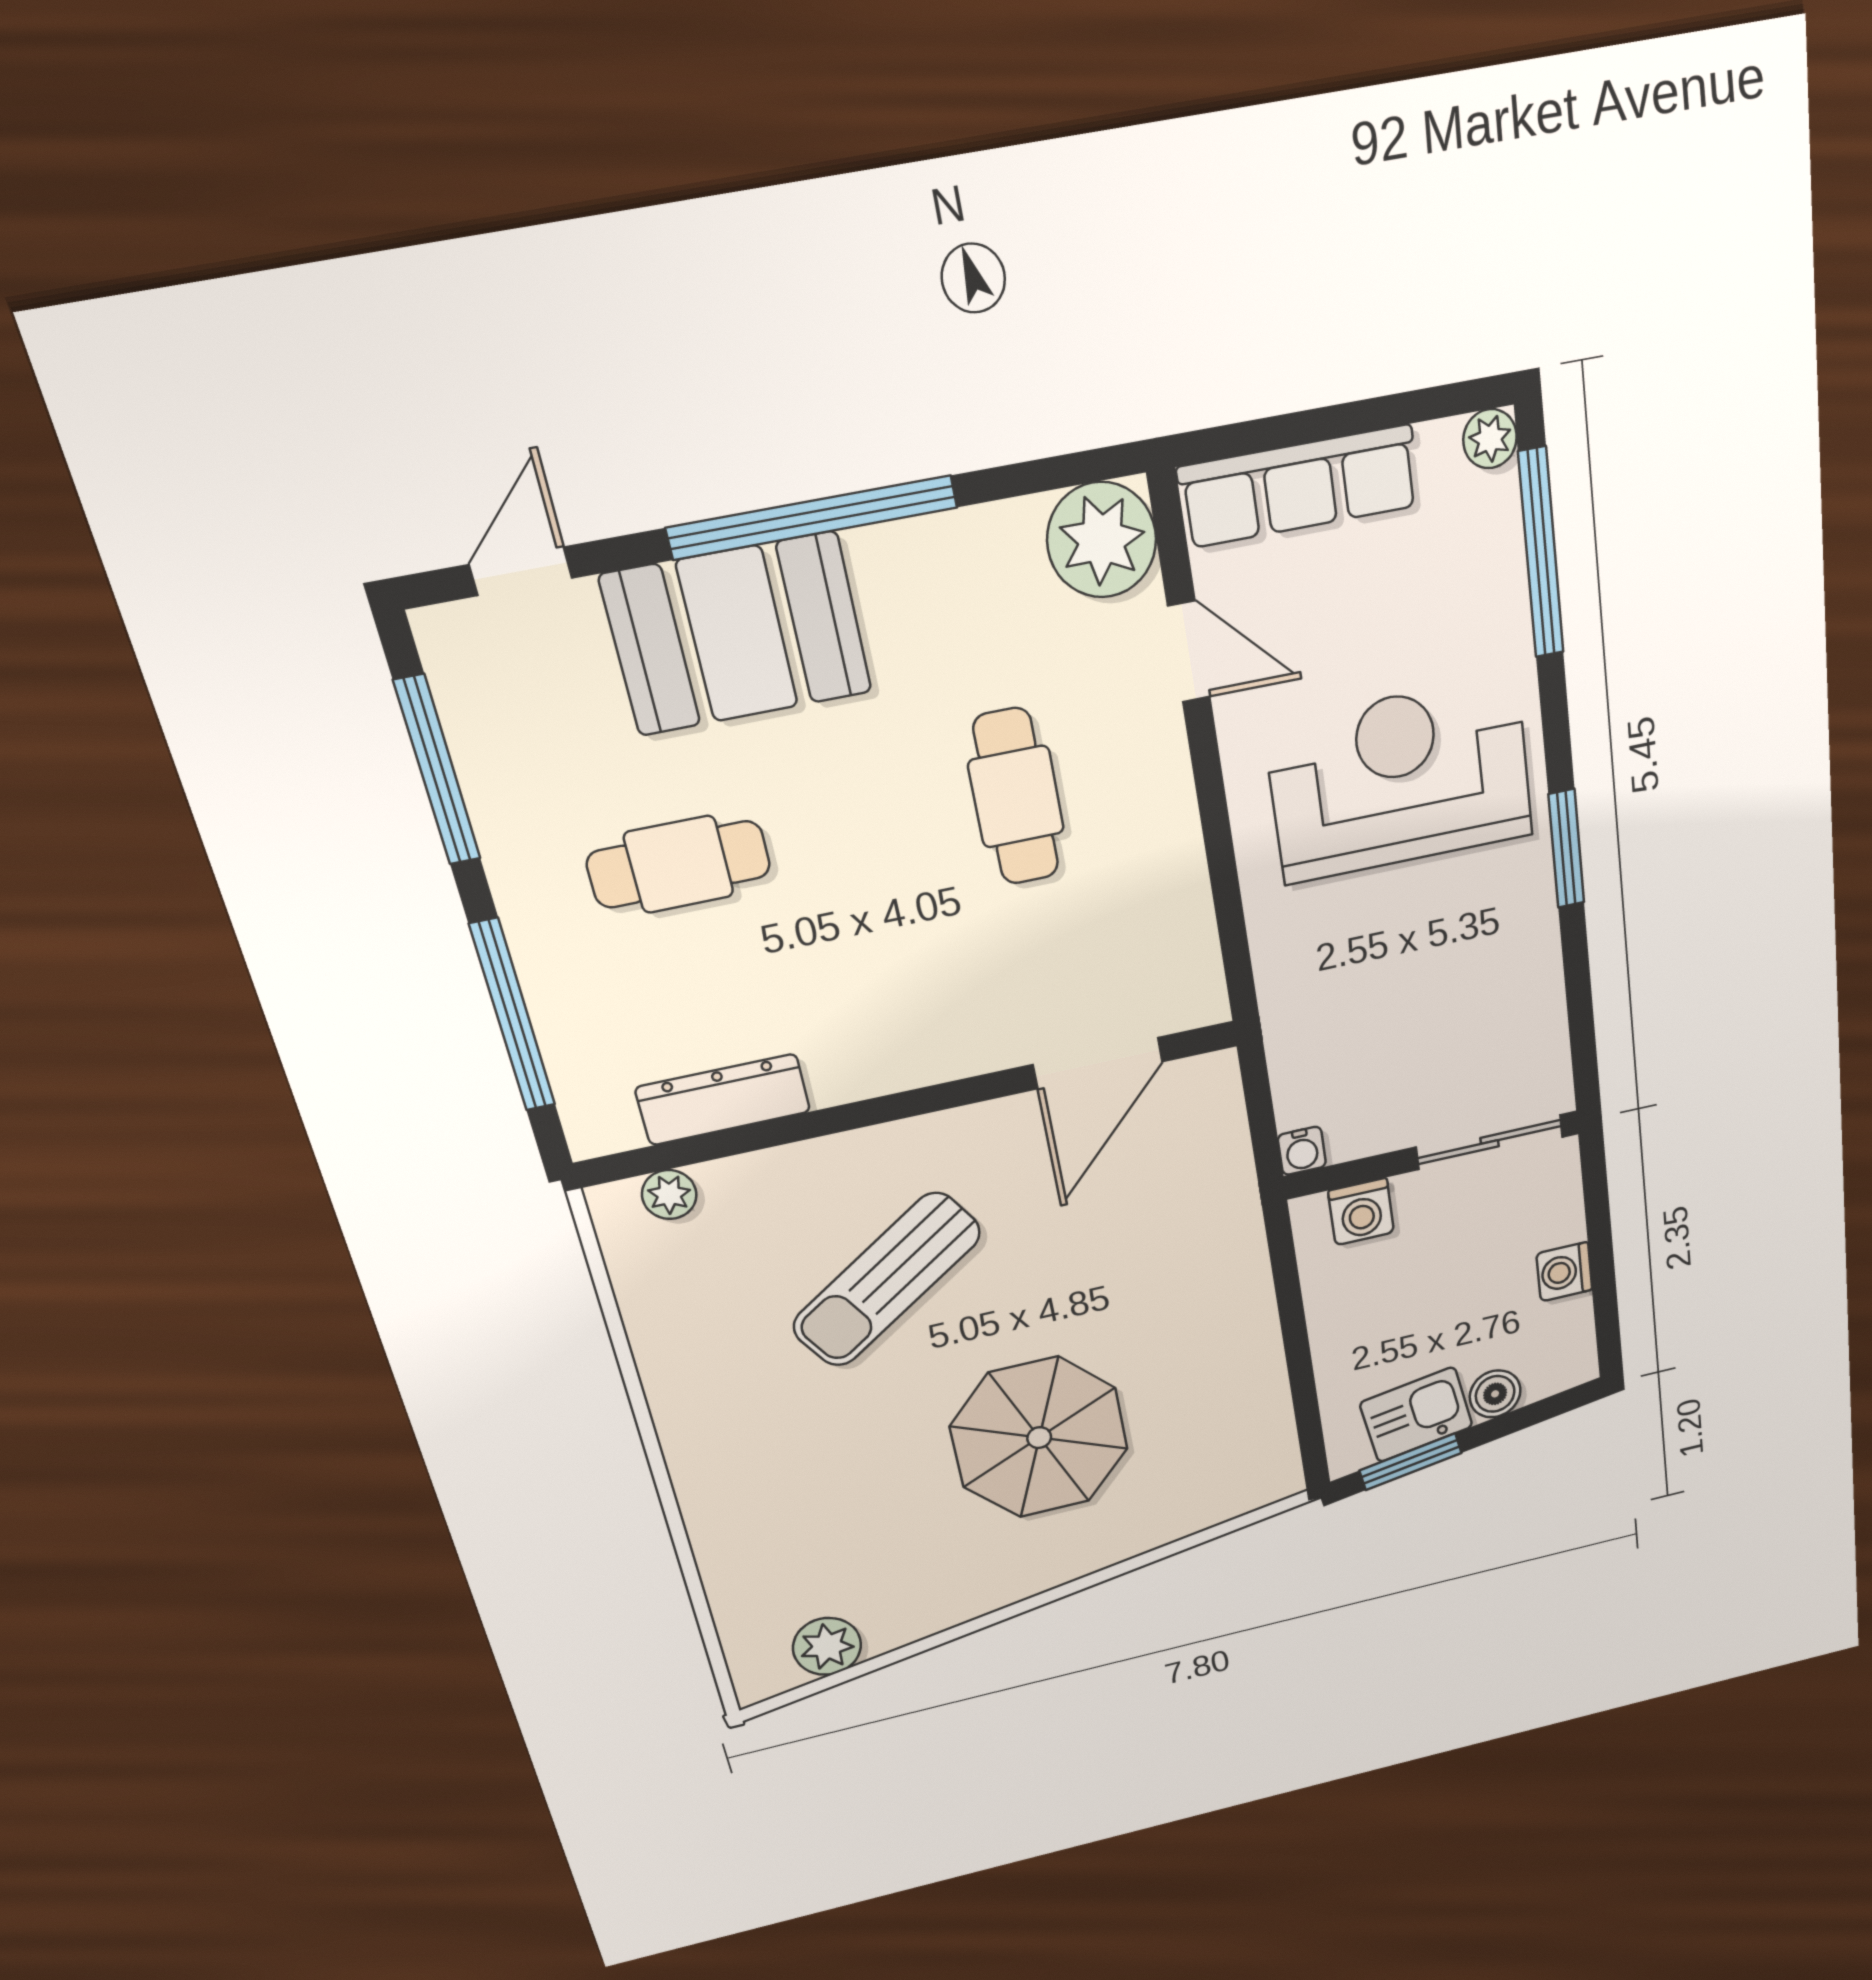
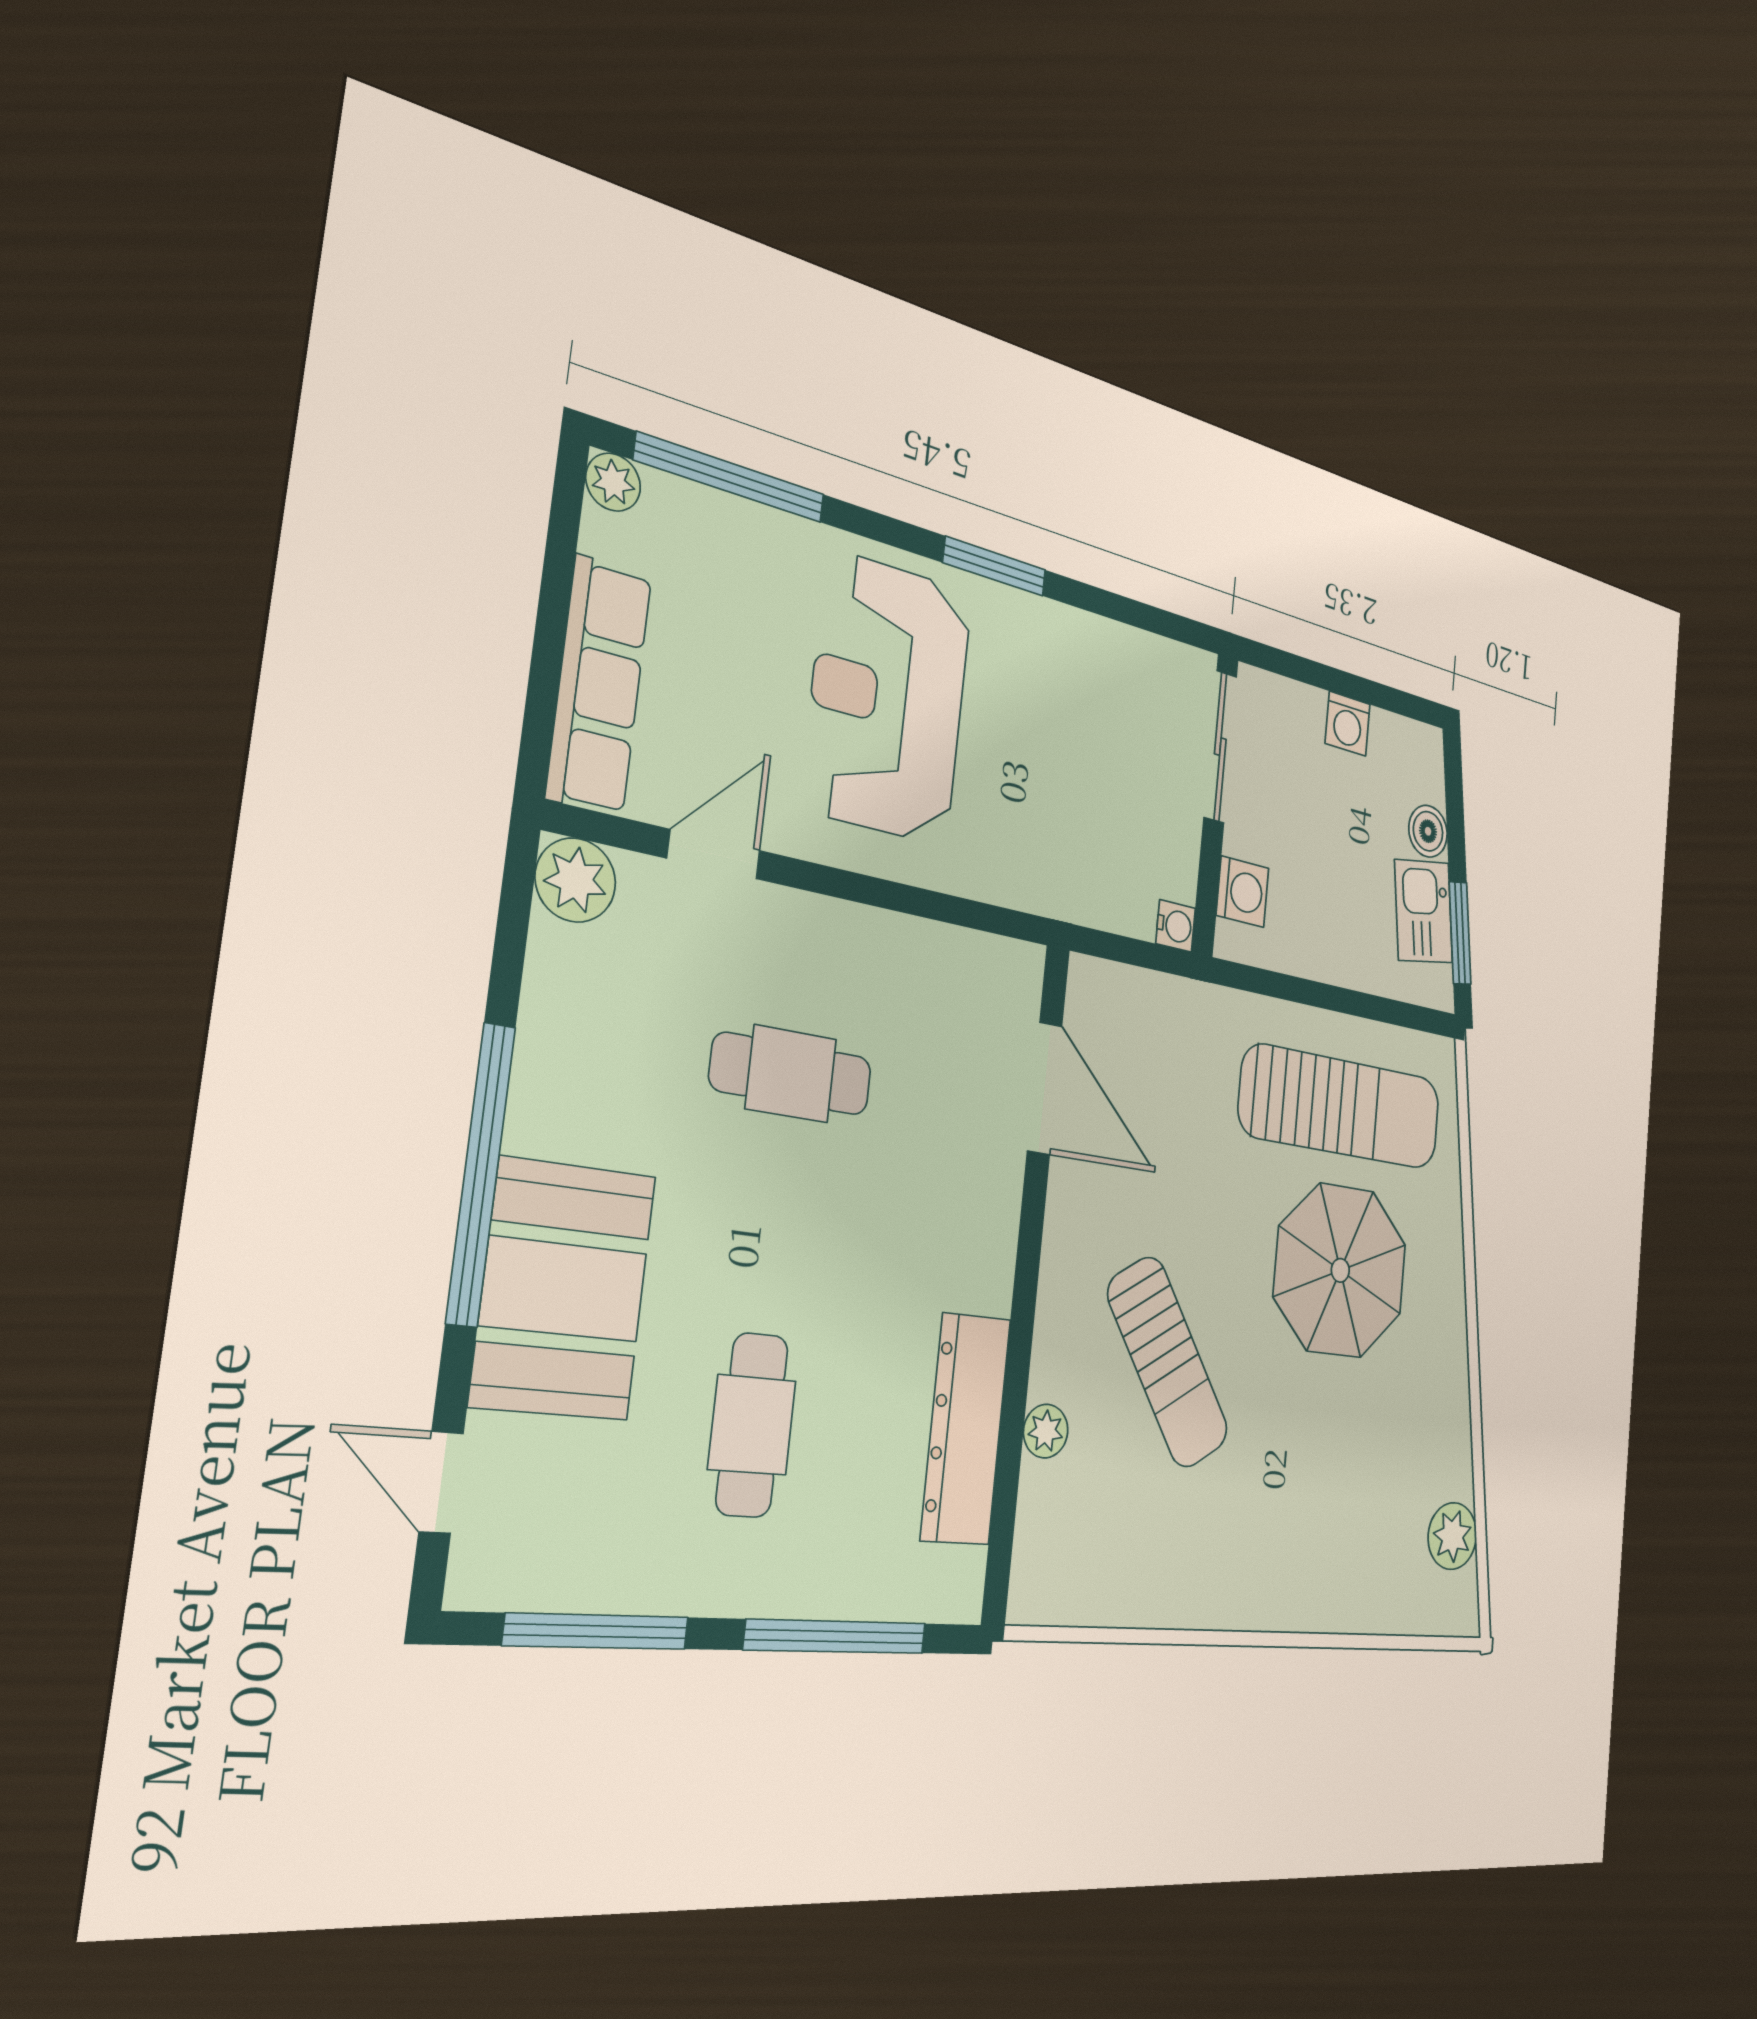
plant: (1102, 540) -> (576, 880), width x0.73, depth x0.73
dresser: (723, 1100) -> (966, 1429), width x1.37, depth x1.24
plant: (669, 1195) -> (1046, 1431), moved
sun lounger: (1196, 1386) -> (1341, 1107), added

